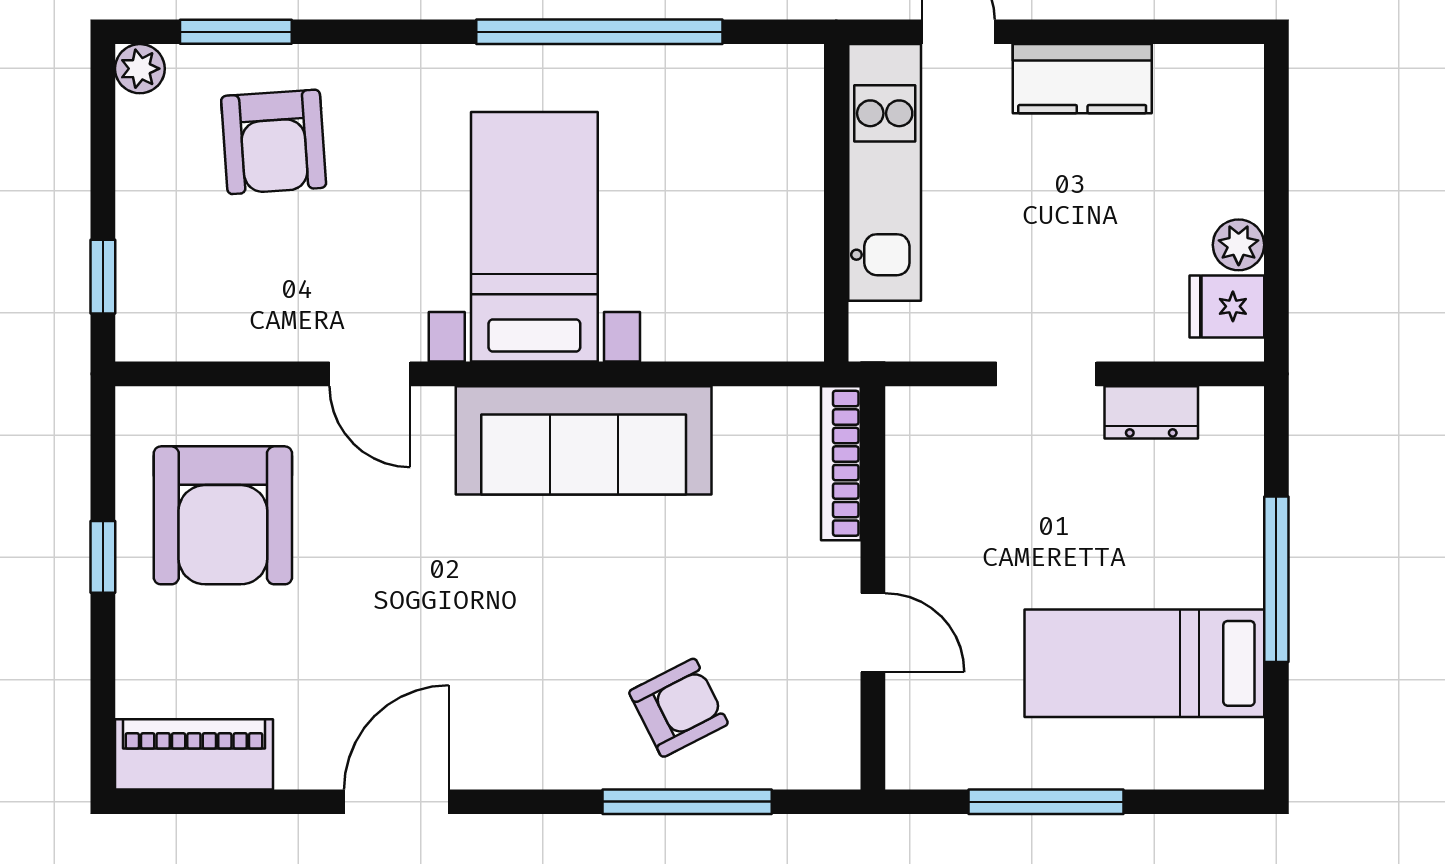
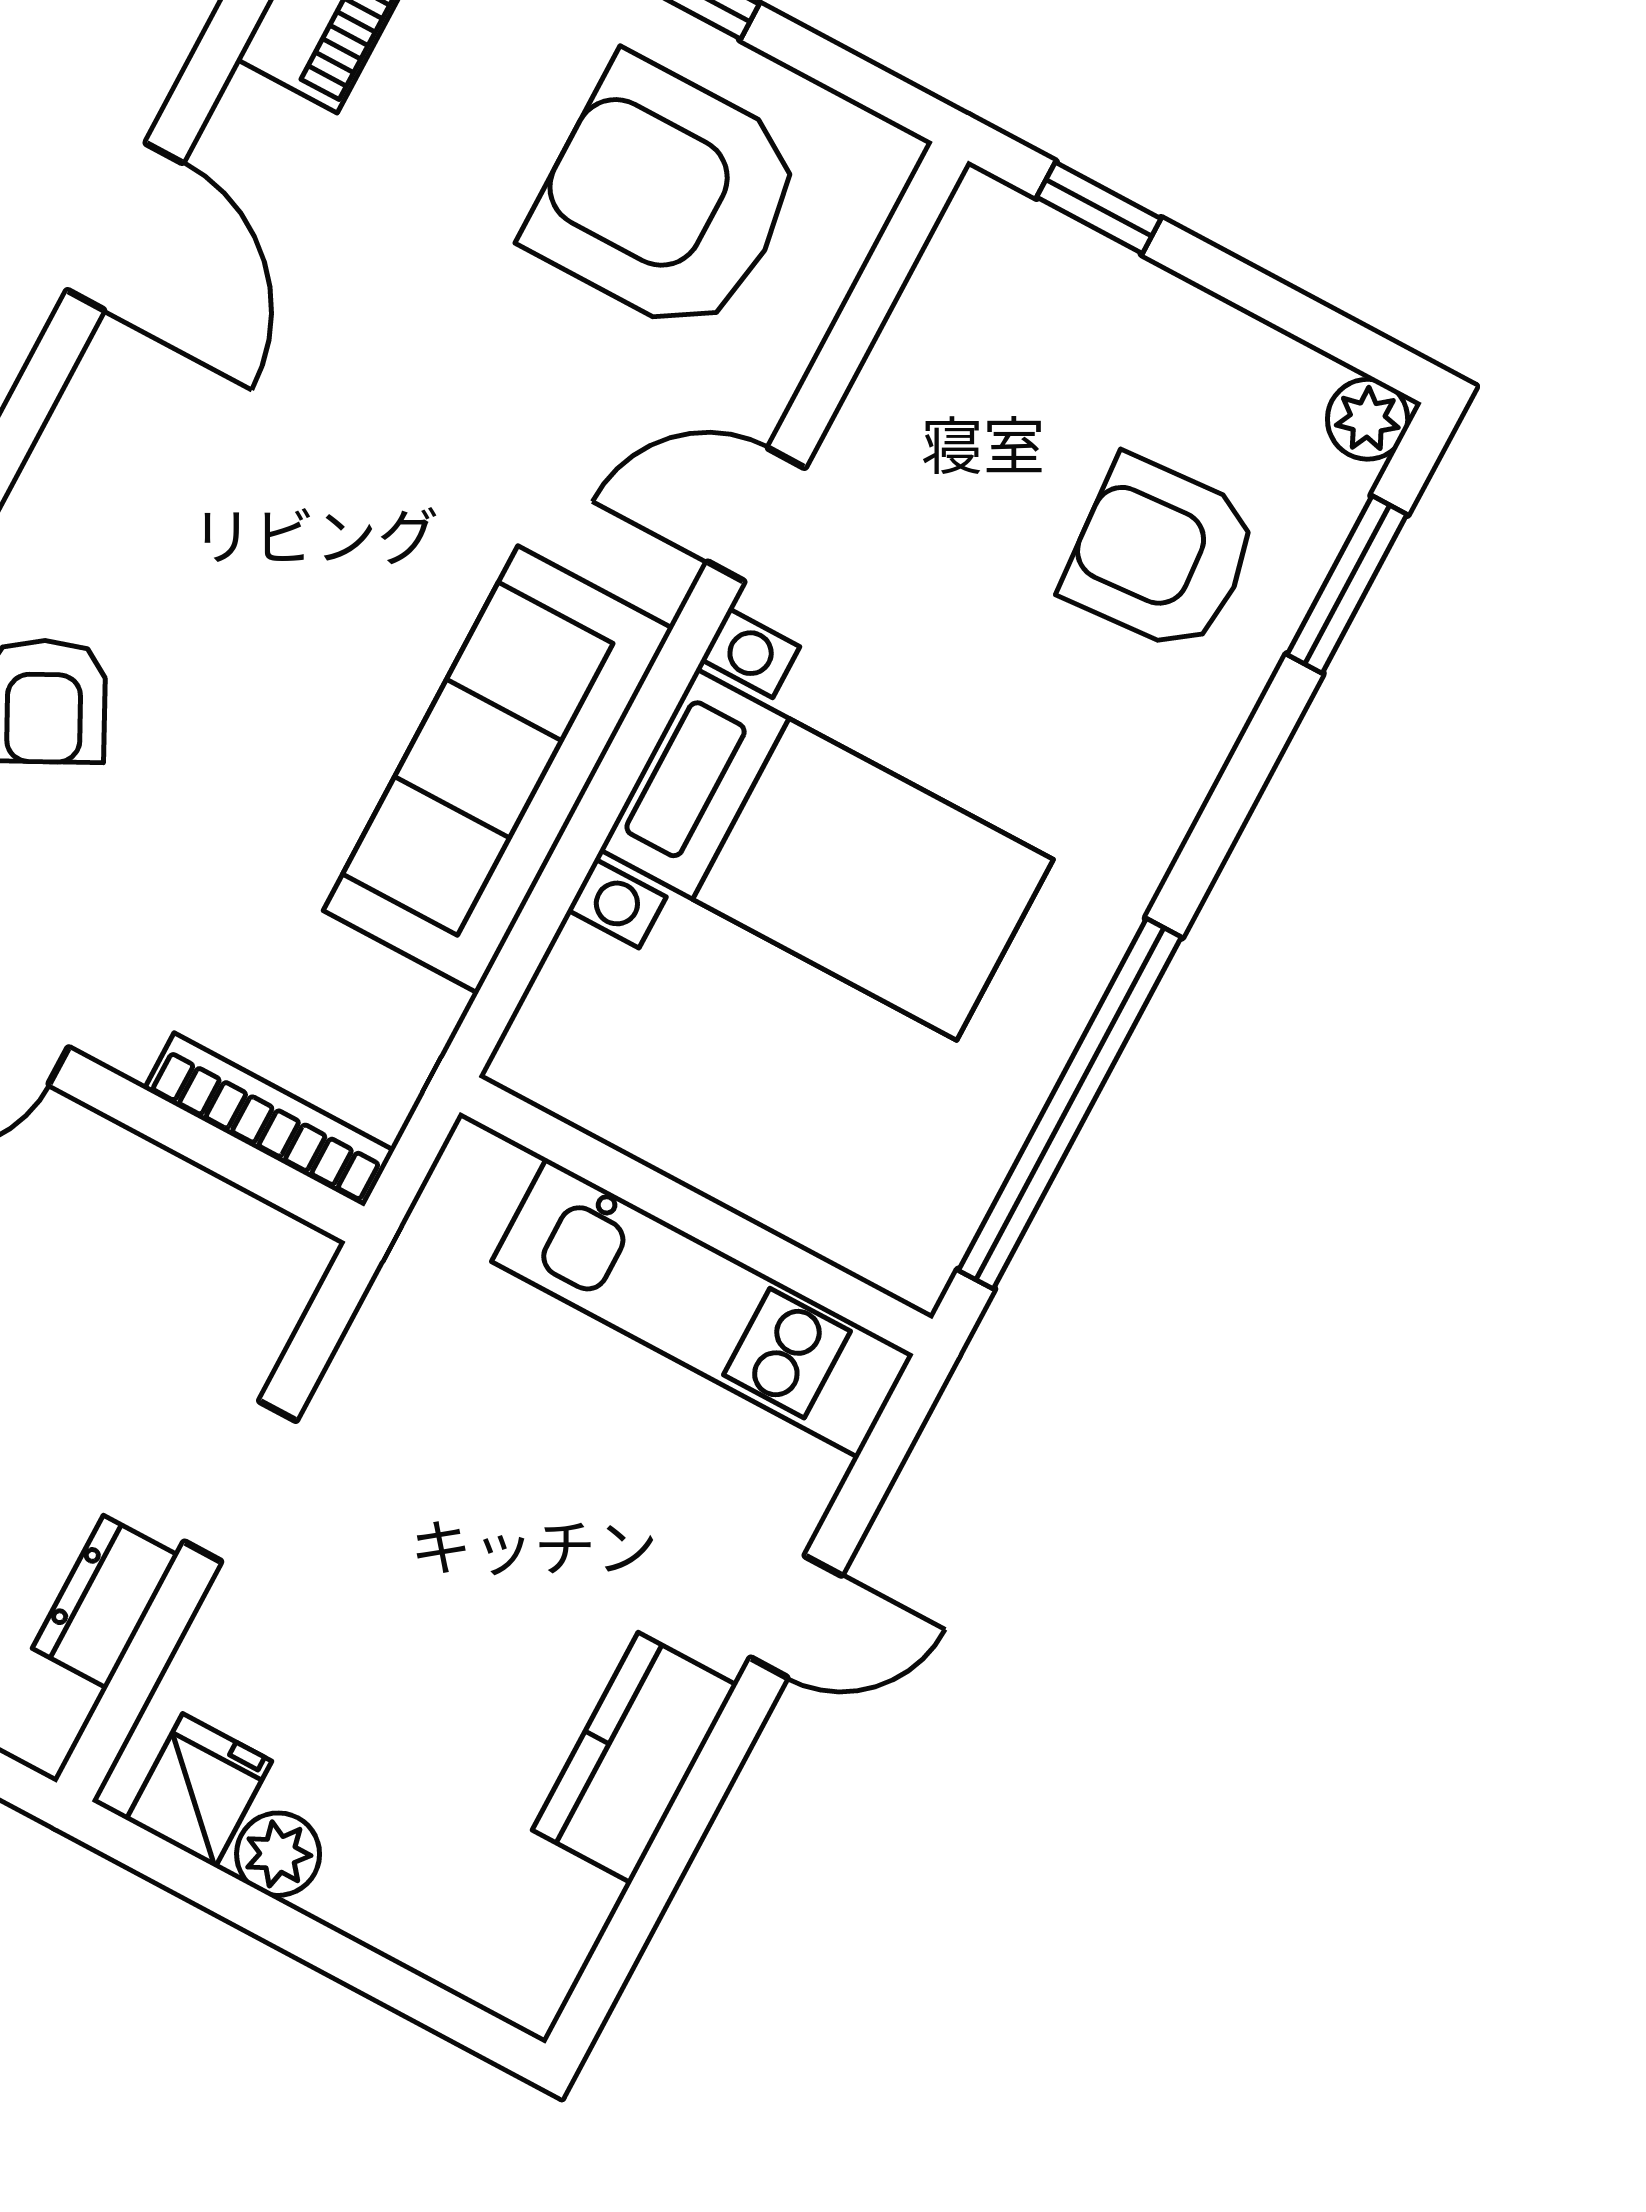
kitchen unit: (885, 172) -> (702, 1308), moved
wall: (836, 203) -> (696, 1216), moved

